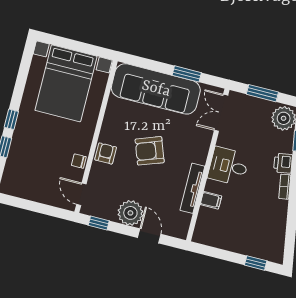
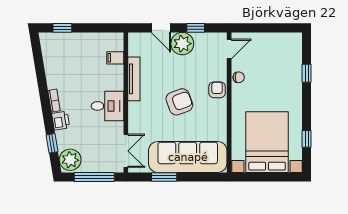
window: (262, 93) -> (94, 177), width x1.44
window: (11, 119) -> (307, 139), moved
armchair: (106, 153) -> (217, 90), turned 180
door: (81, 194) -> (229, 49), hinge flipped
filing cabinet: (211, 200) -> (115, 58), moved
window: (99, 223) -> (196, 28), moved

